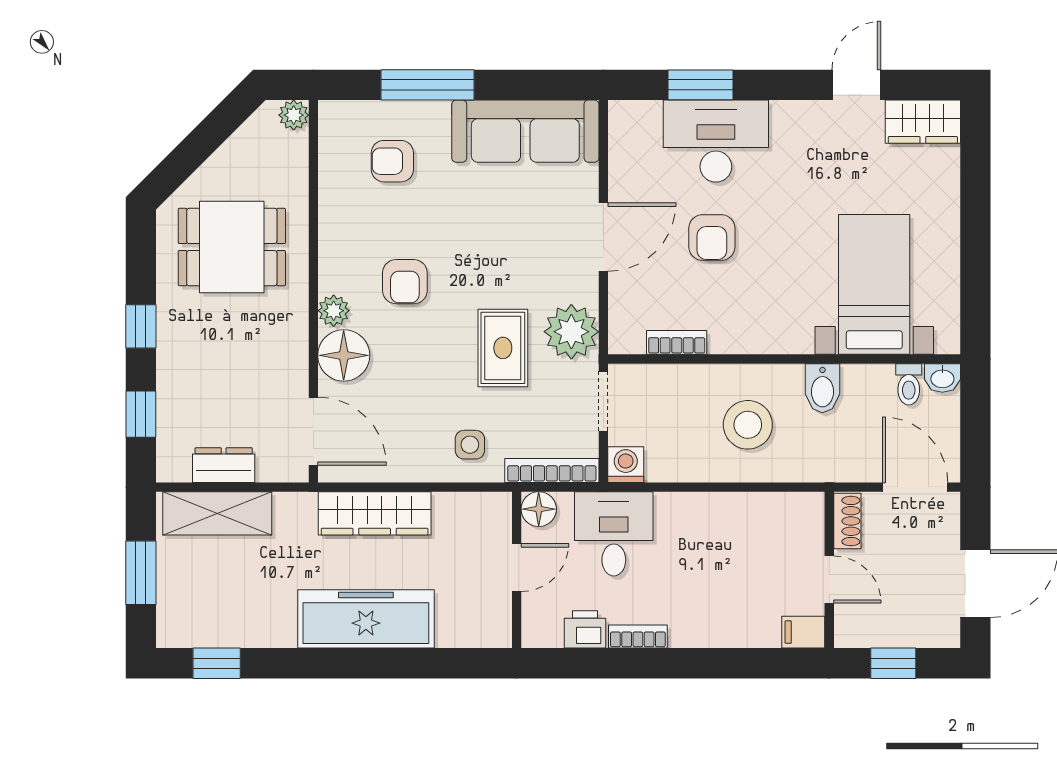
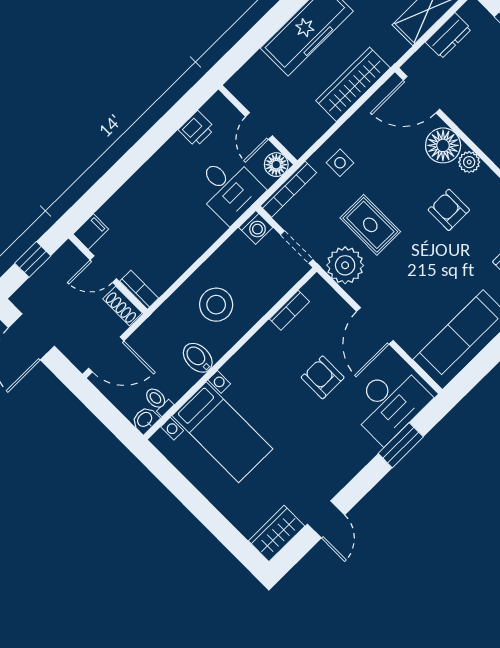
desk: (716, 141) -> (389, 403), moved
bookcase: (638, 637) -> (139, 290), moved, turned -90

